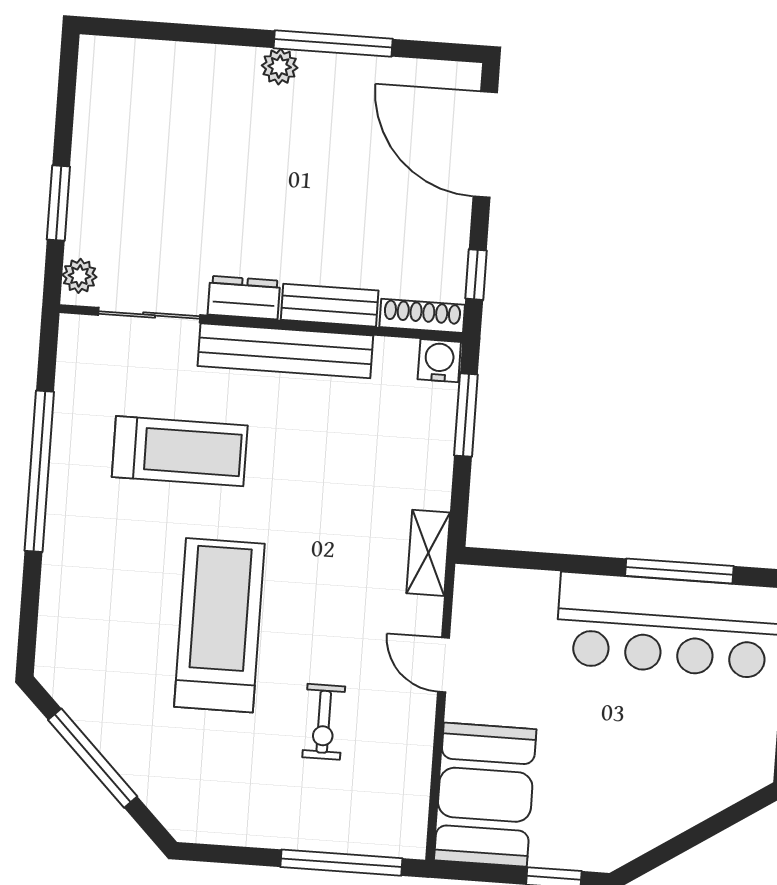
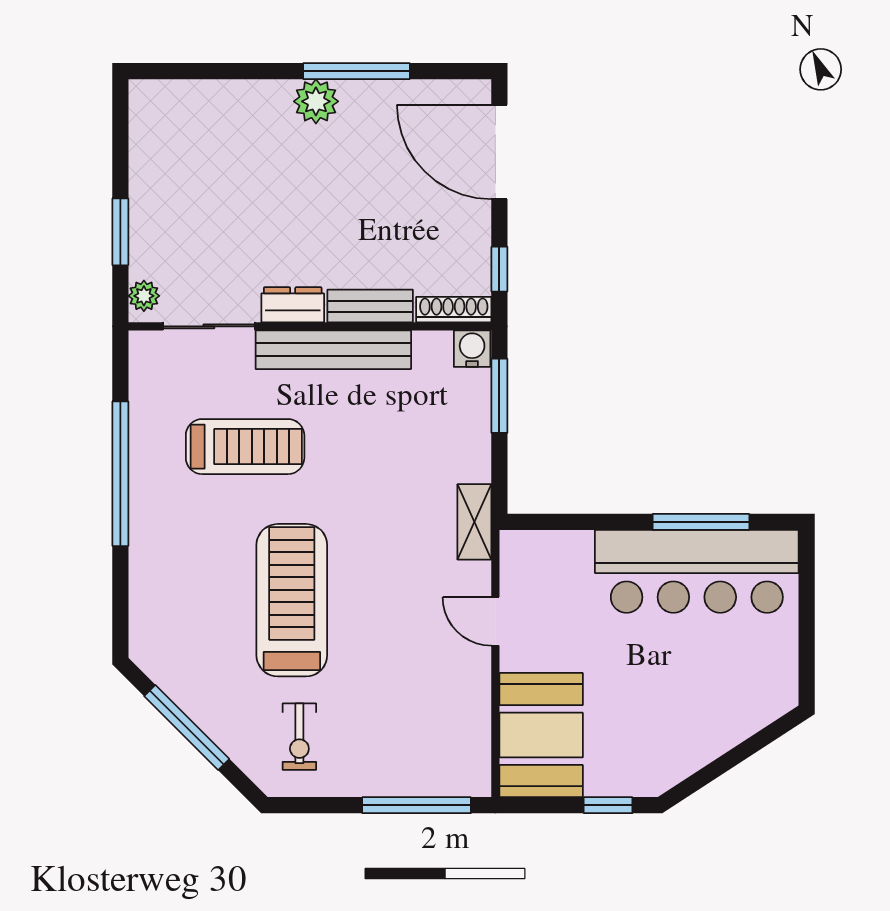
plant: (280, 67) -> (316, 101), width x1.38, depth x1.38
exercise bike: (324, 722) -> (299, 737), moved

